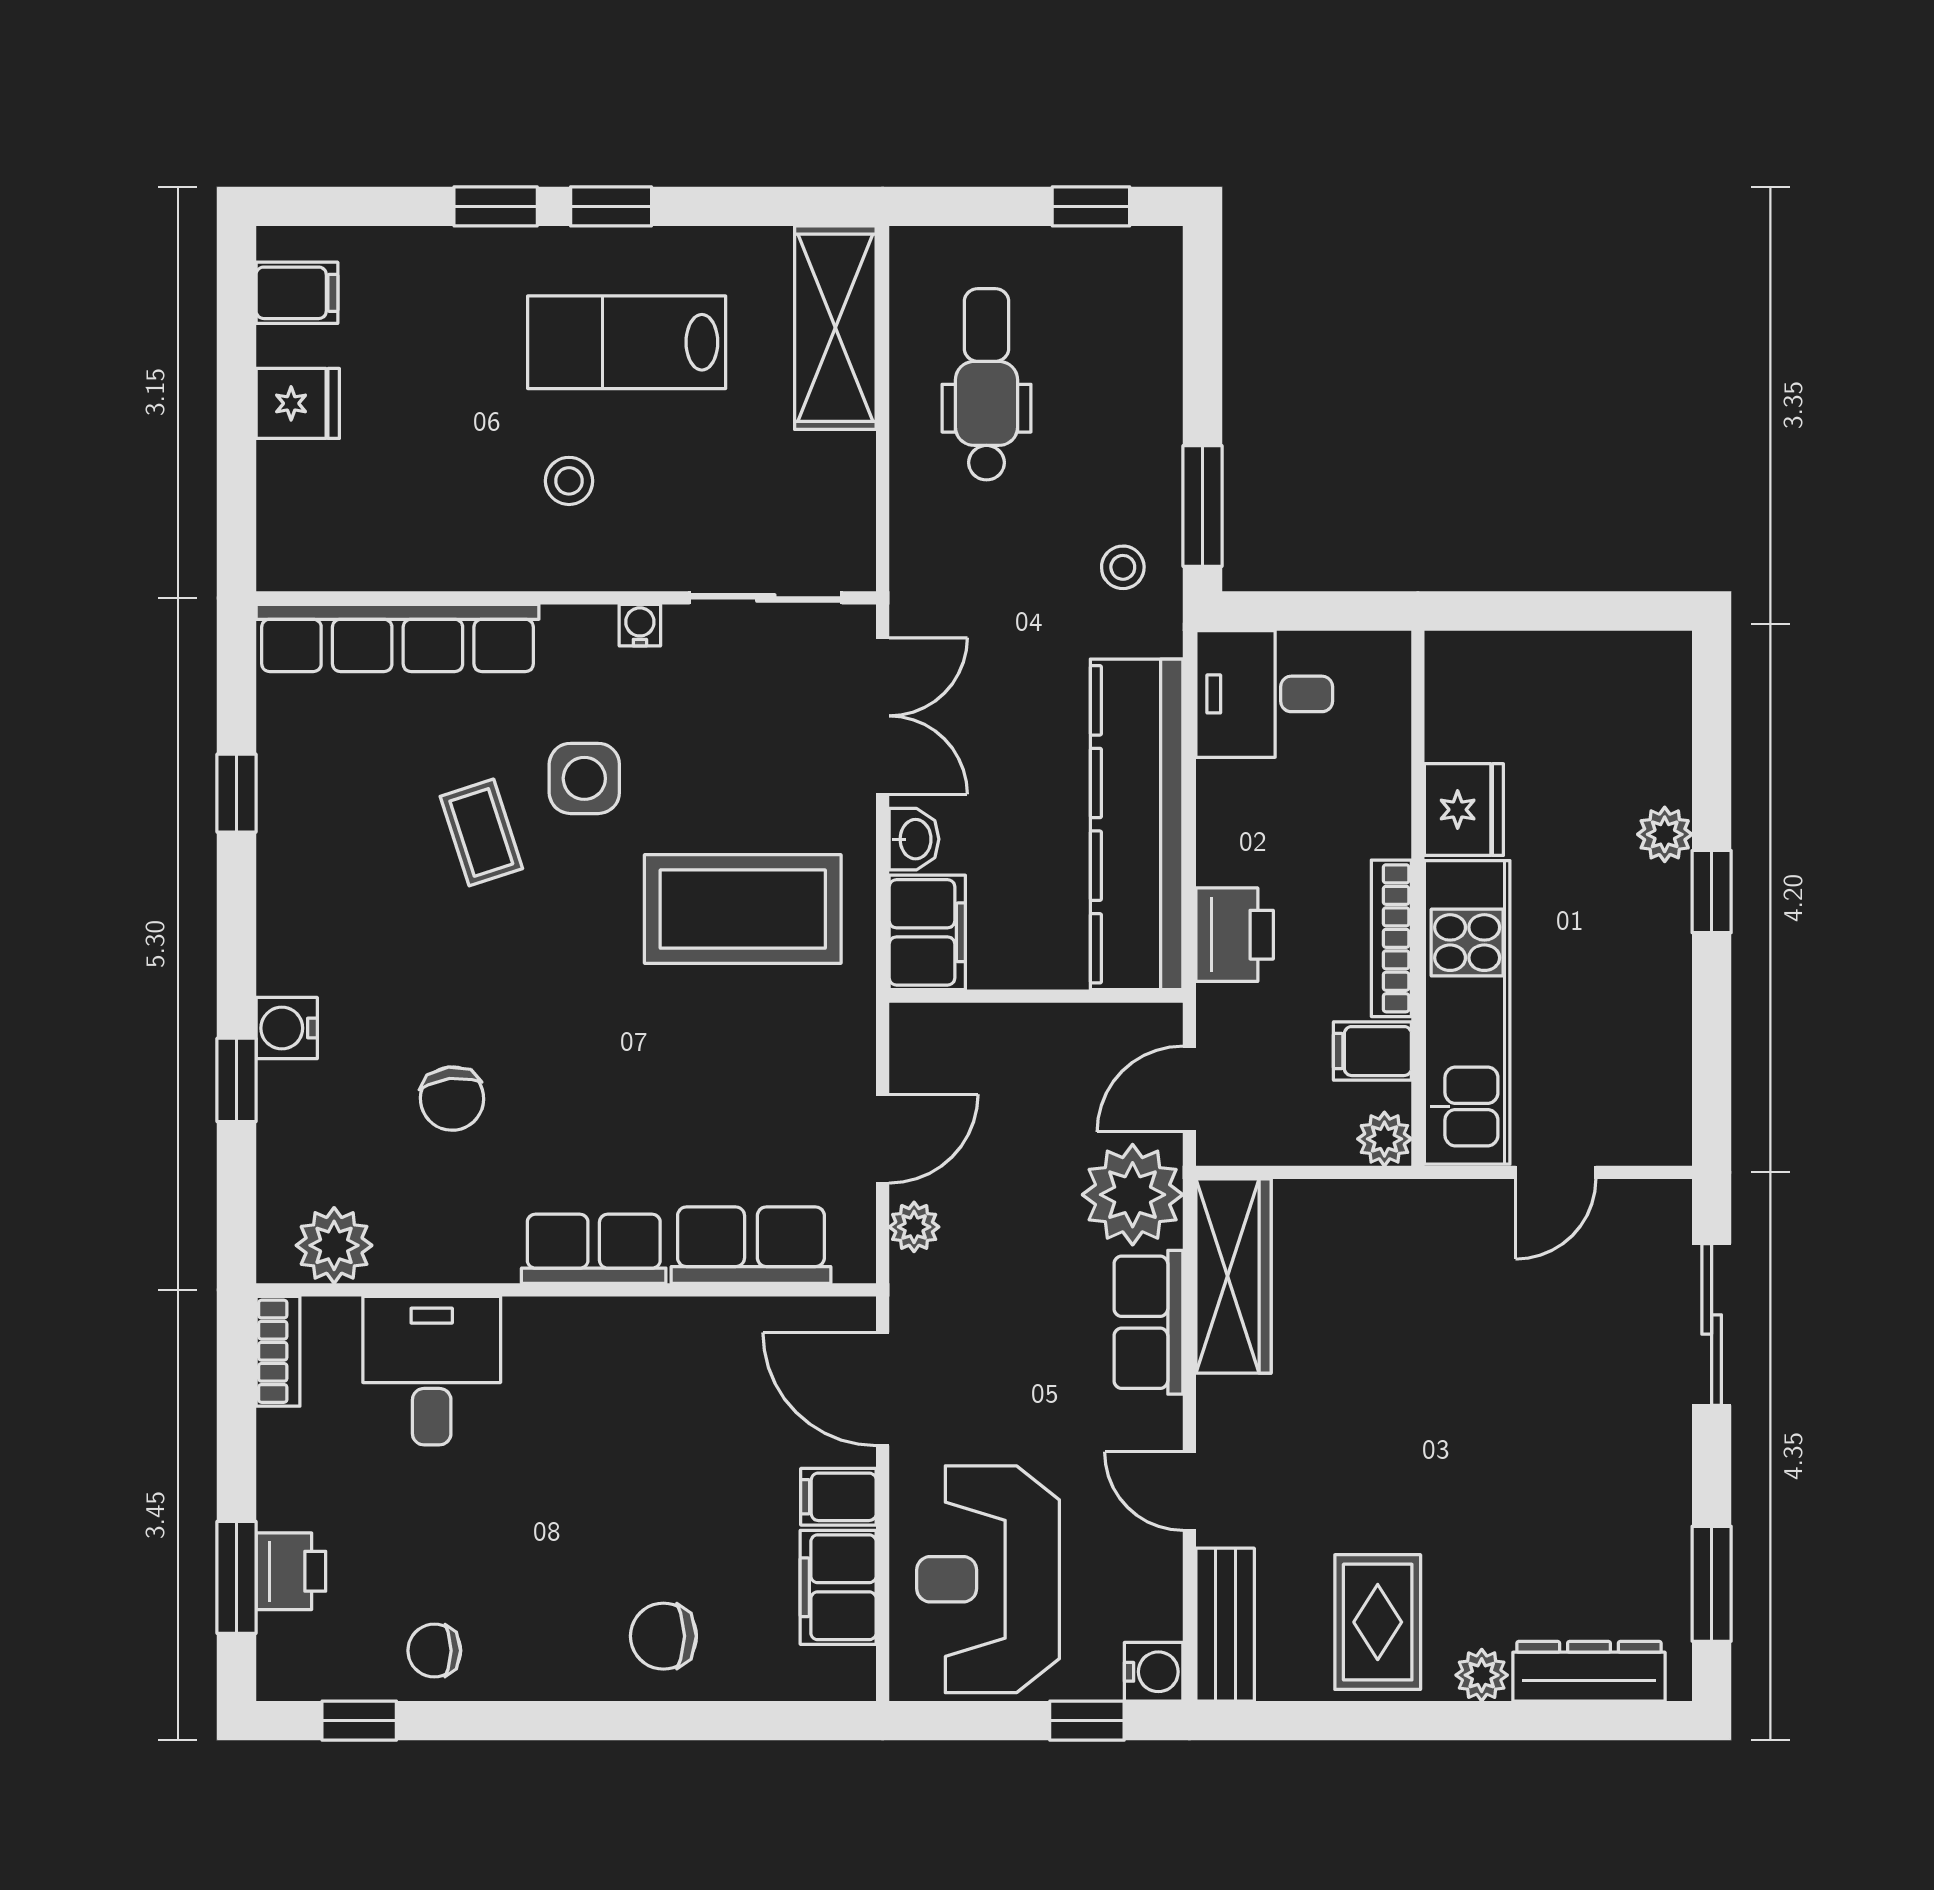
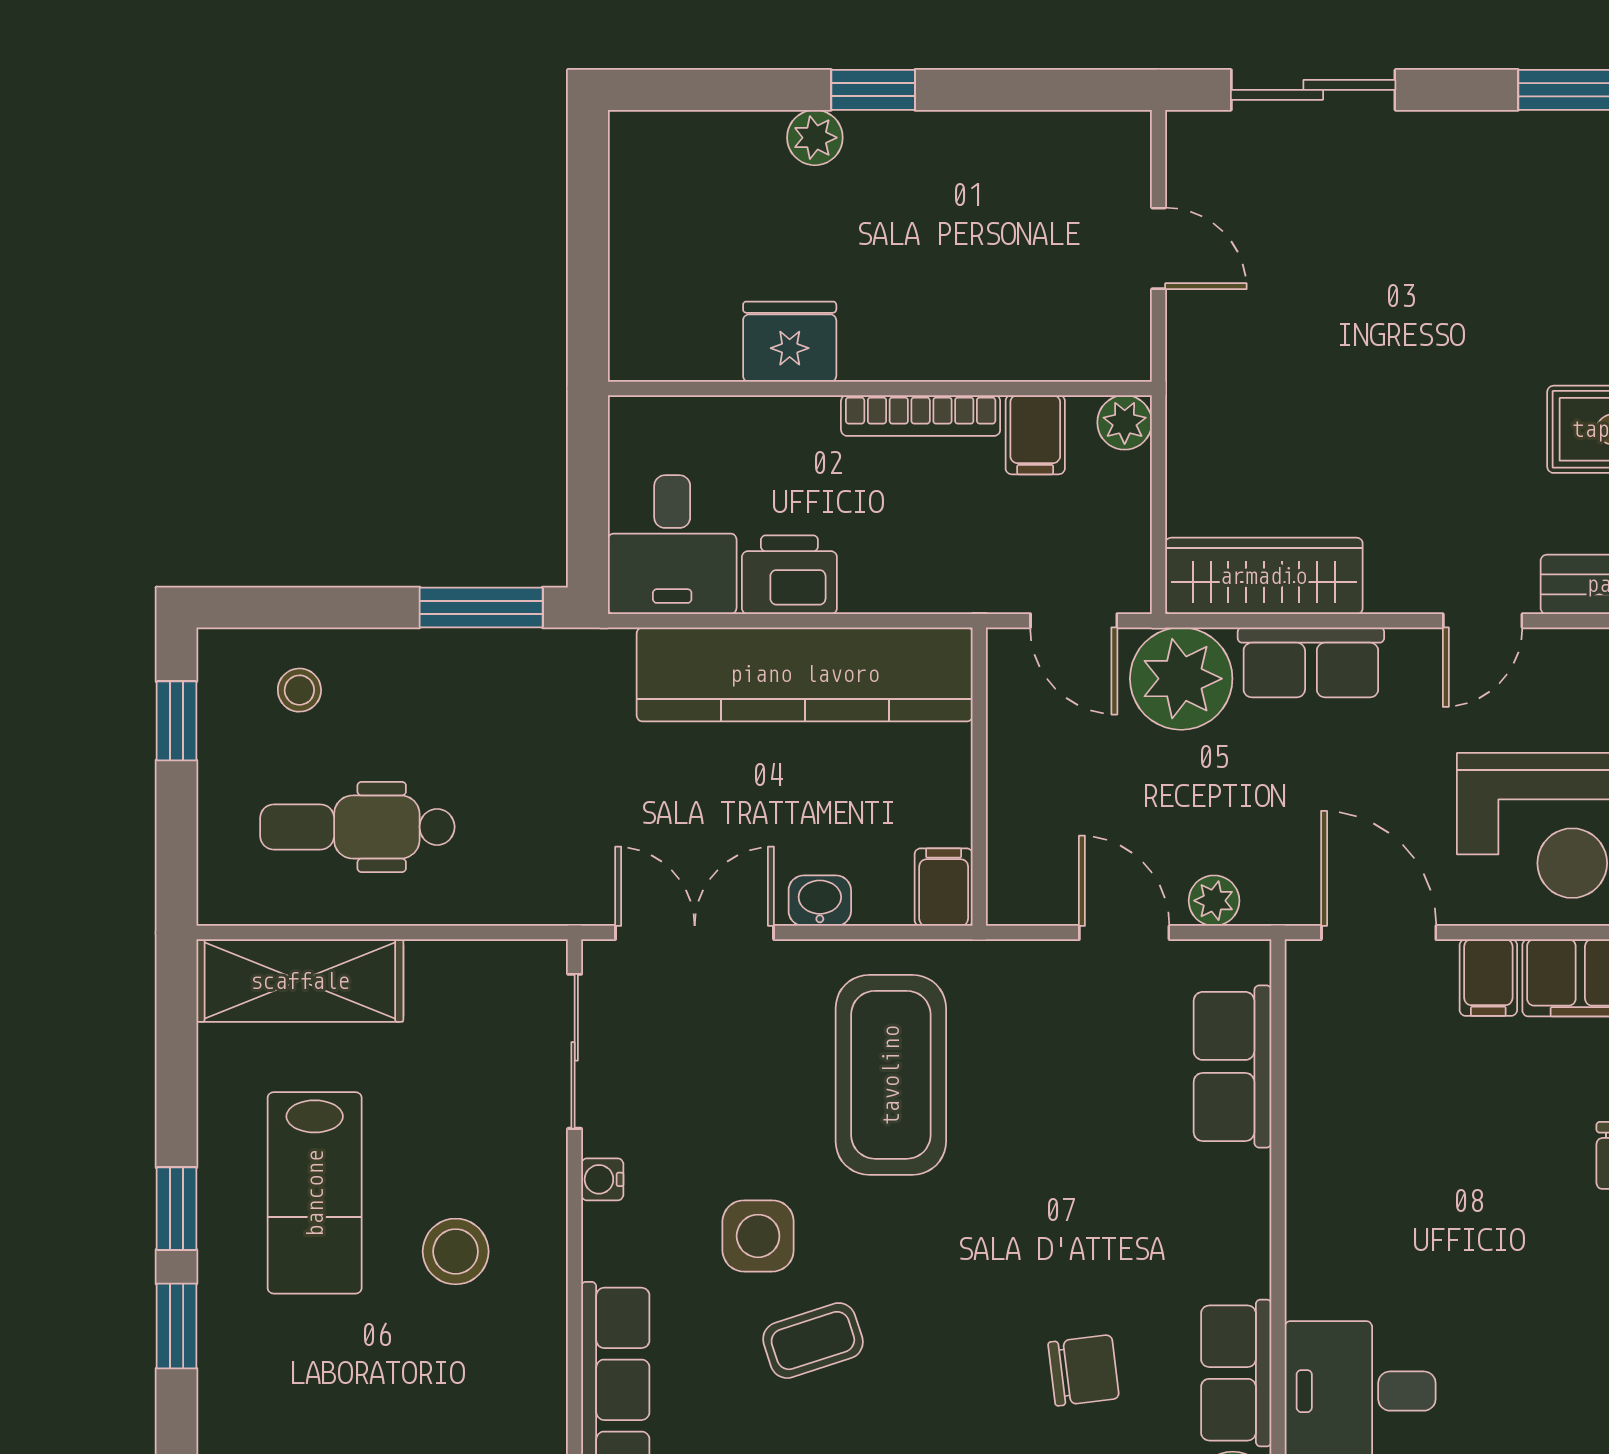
stool: (569, 481) -> (456, 1251), width x1.37, depth x1.37
stool: (1123, 567) -> (299, 690), moved
filing cabinet: (927, 932) -> (944, 887), width x0.50
printer: (1235, 935) -> (789, 575), moved
kitchen unit: (1467, 1012) -> (996, 338), removed
row of seats: (594, 1249) -> (1236, 1373), moved
door: (883, 1389) -> (1379, 933), swing flipped

